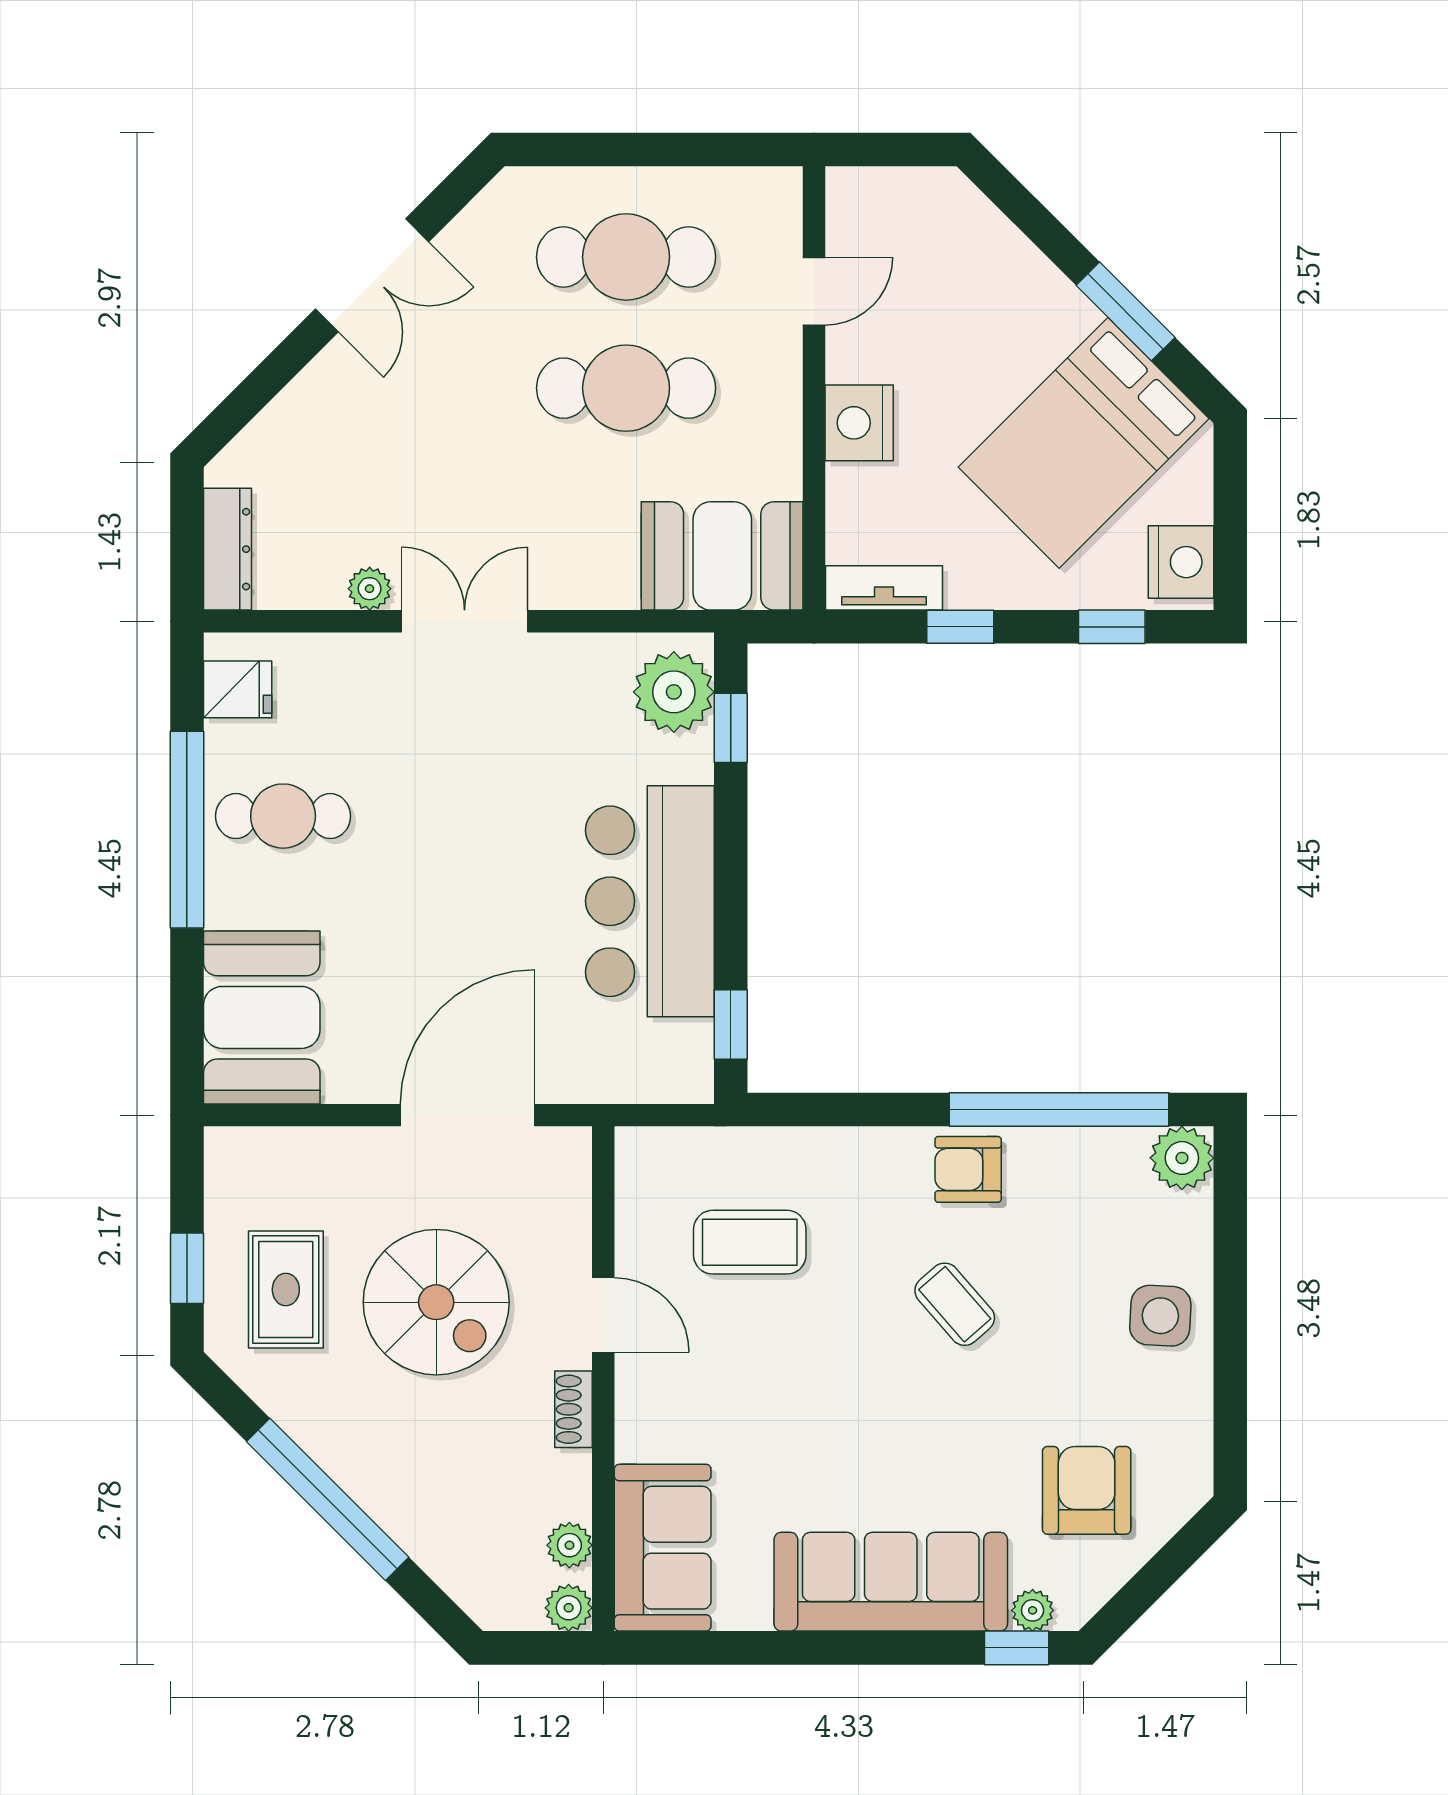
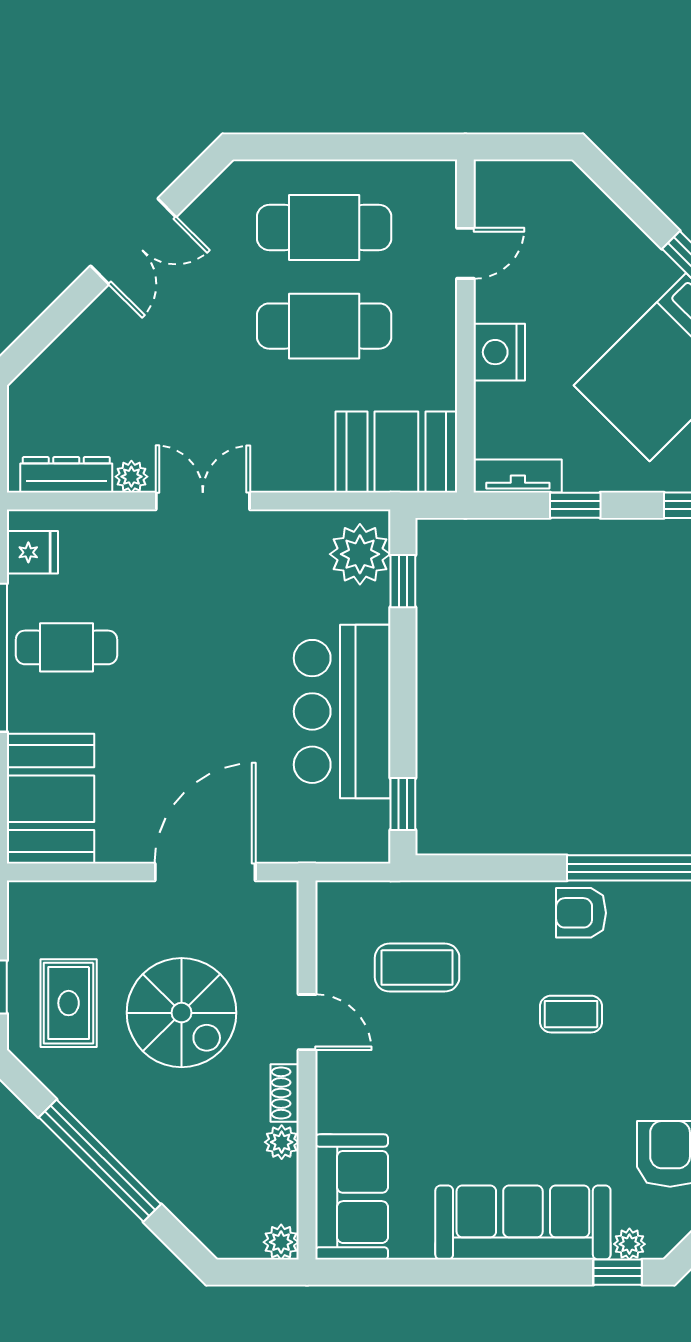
dresser: (228, 549) -> (66, 475), moved, turned -90
coffee table: (955, 1304) -> (571, 1014), turned -49
plant: (569, 1545) -> (282, 1142), moved

